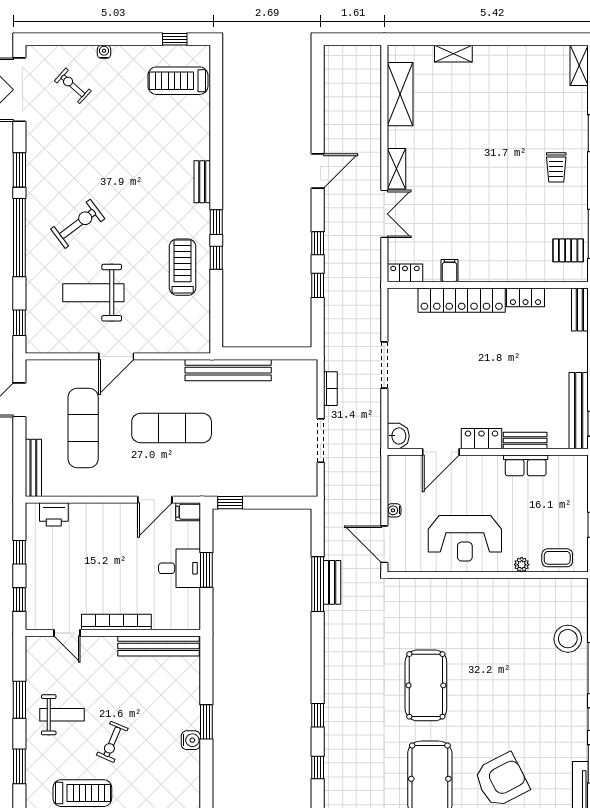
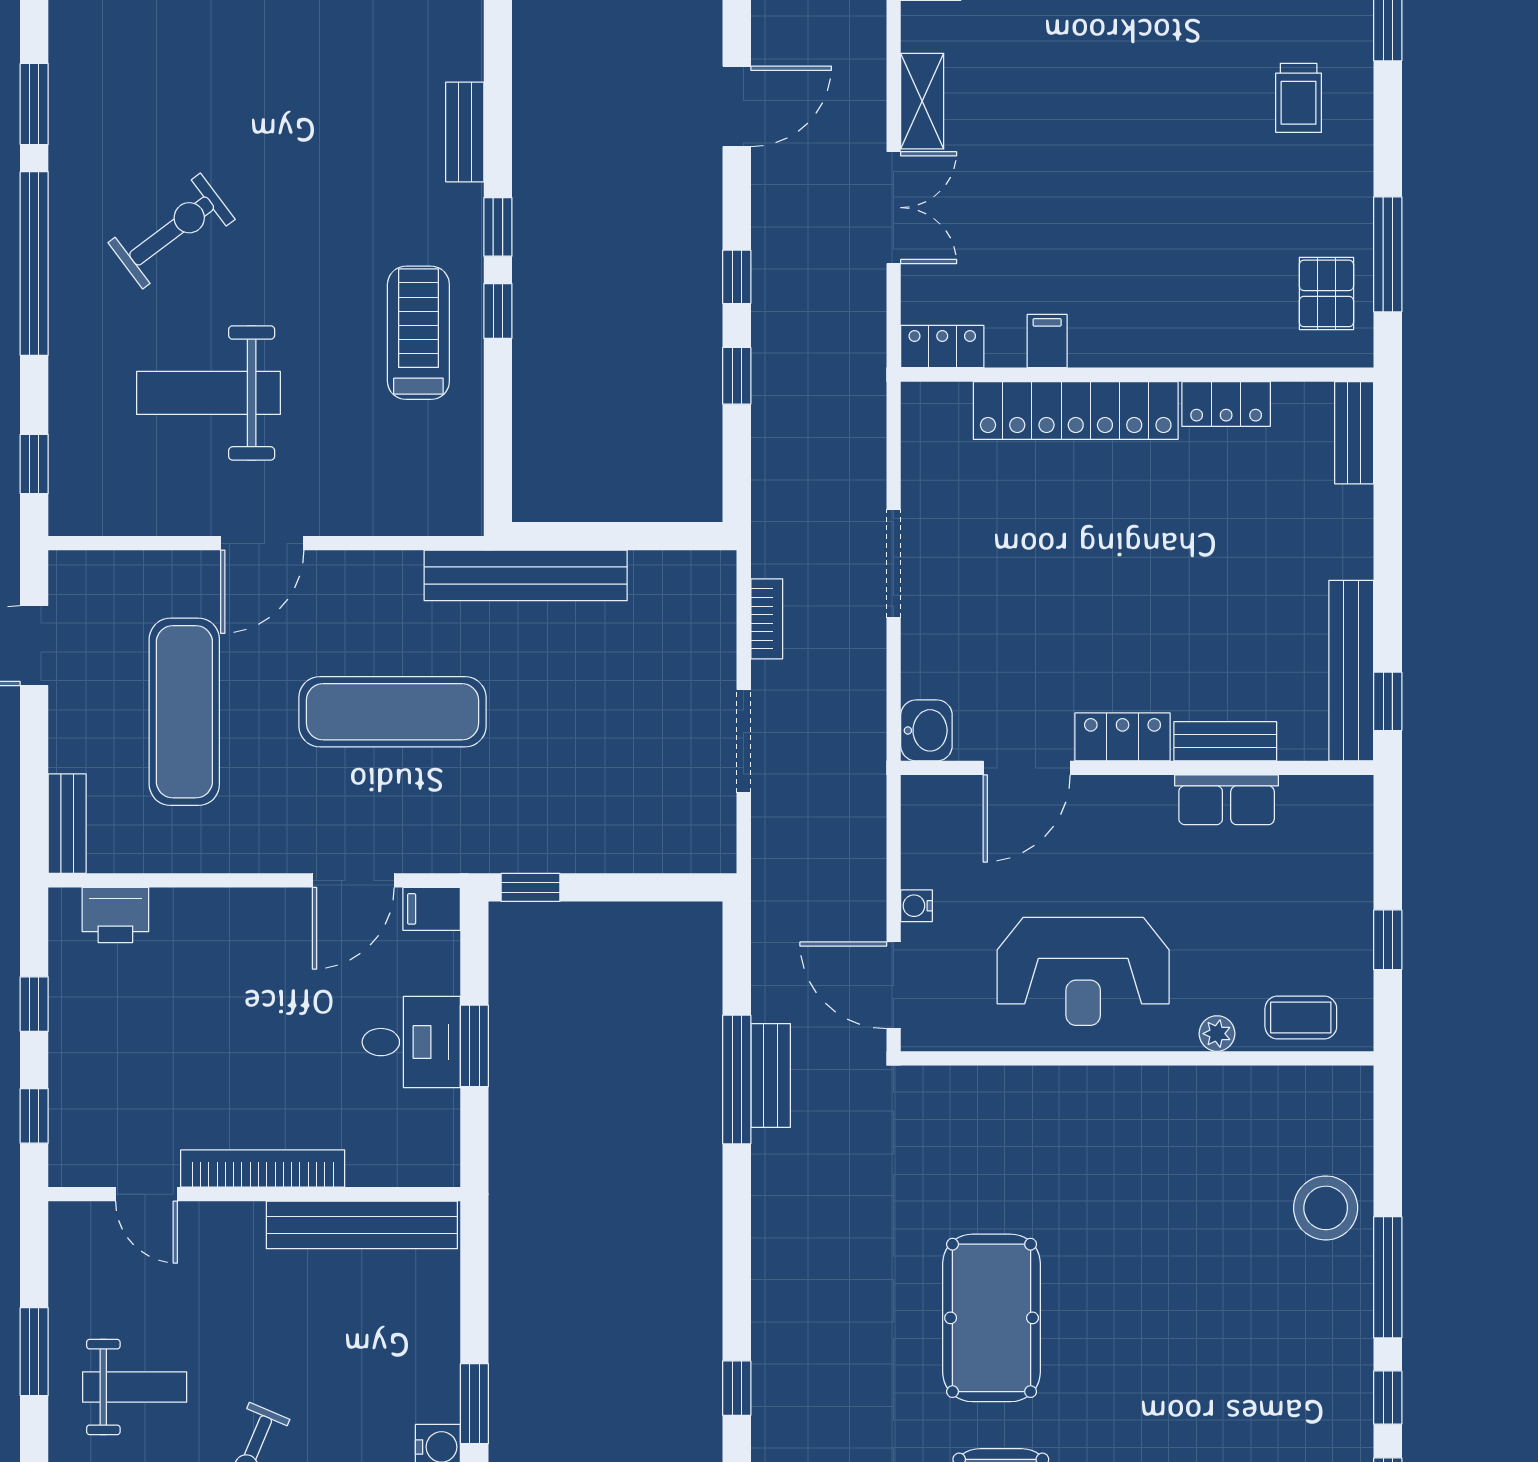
pallet: (568, 250) -> (1326, 293), turned 90
bench: (33, 468) -> (67, 824), width x0.73

